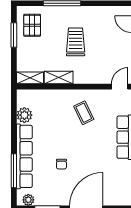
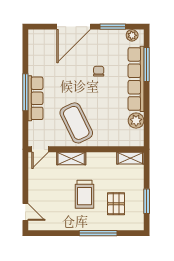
pallet: (32, 25) -> (116, 204), moved
shelving: (59, 77) -> (71, 158), moved
coffee table: (84, 113) -> (76, 123), width x1.86, depth x1.72

